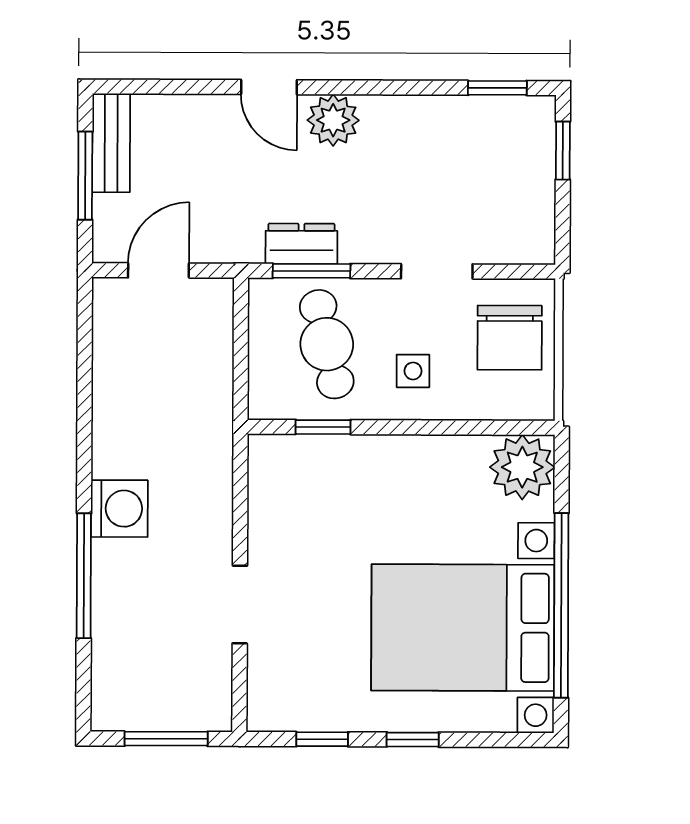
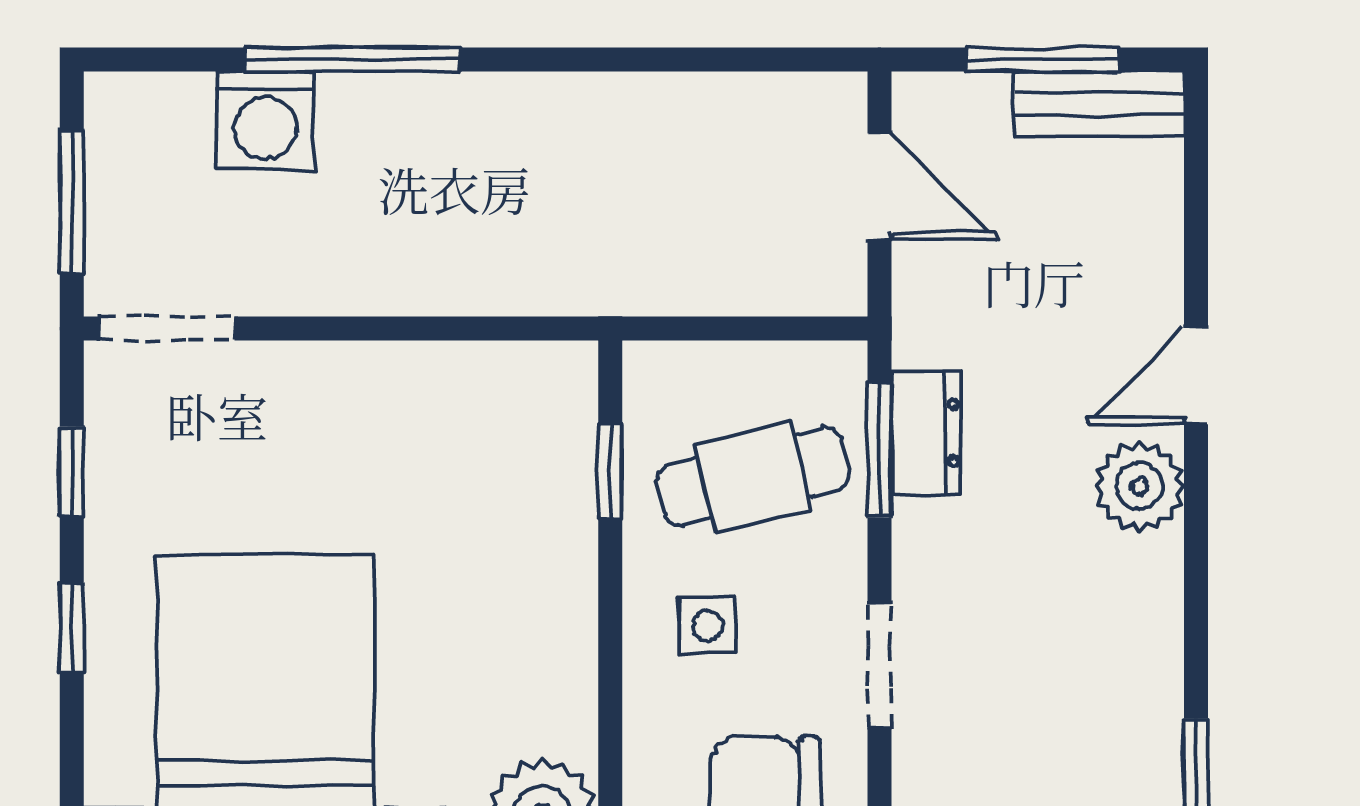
washing machine: (119, 509) -> (265, 120), moved
doorway: (240, 605) -> (167, 329), moved

